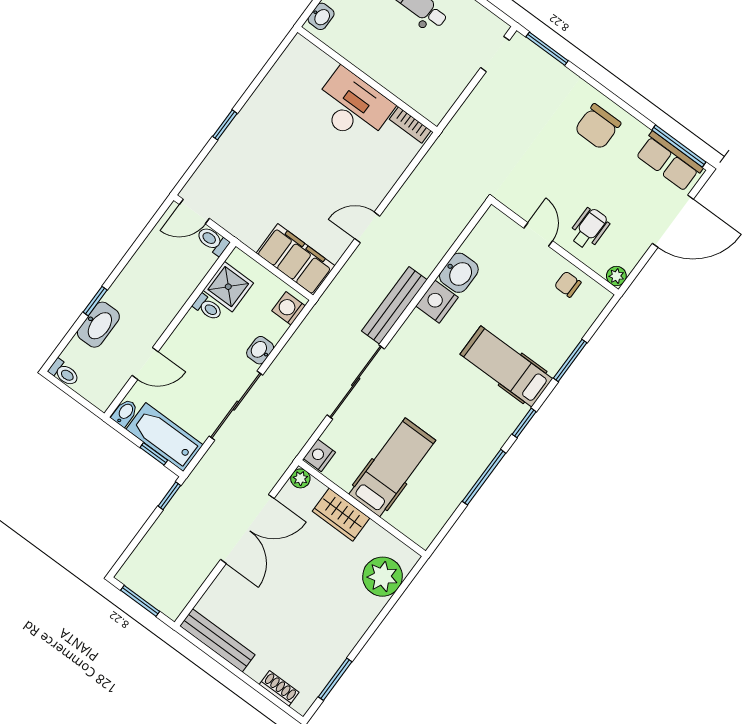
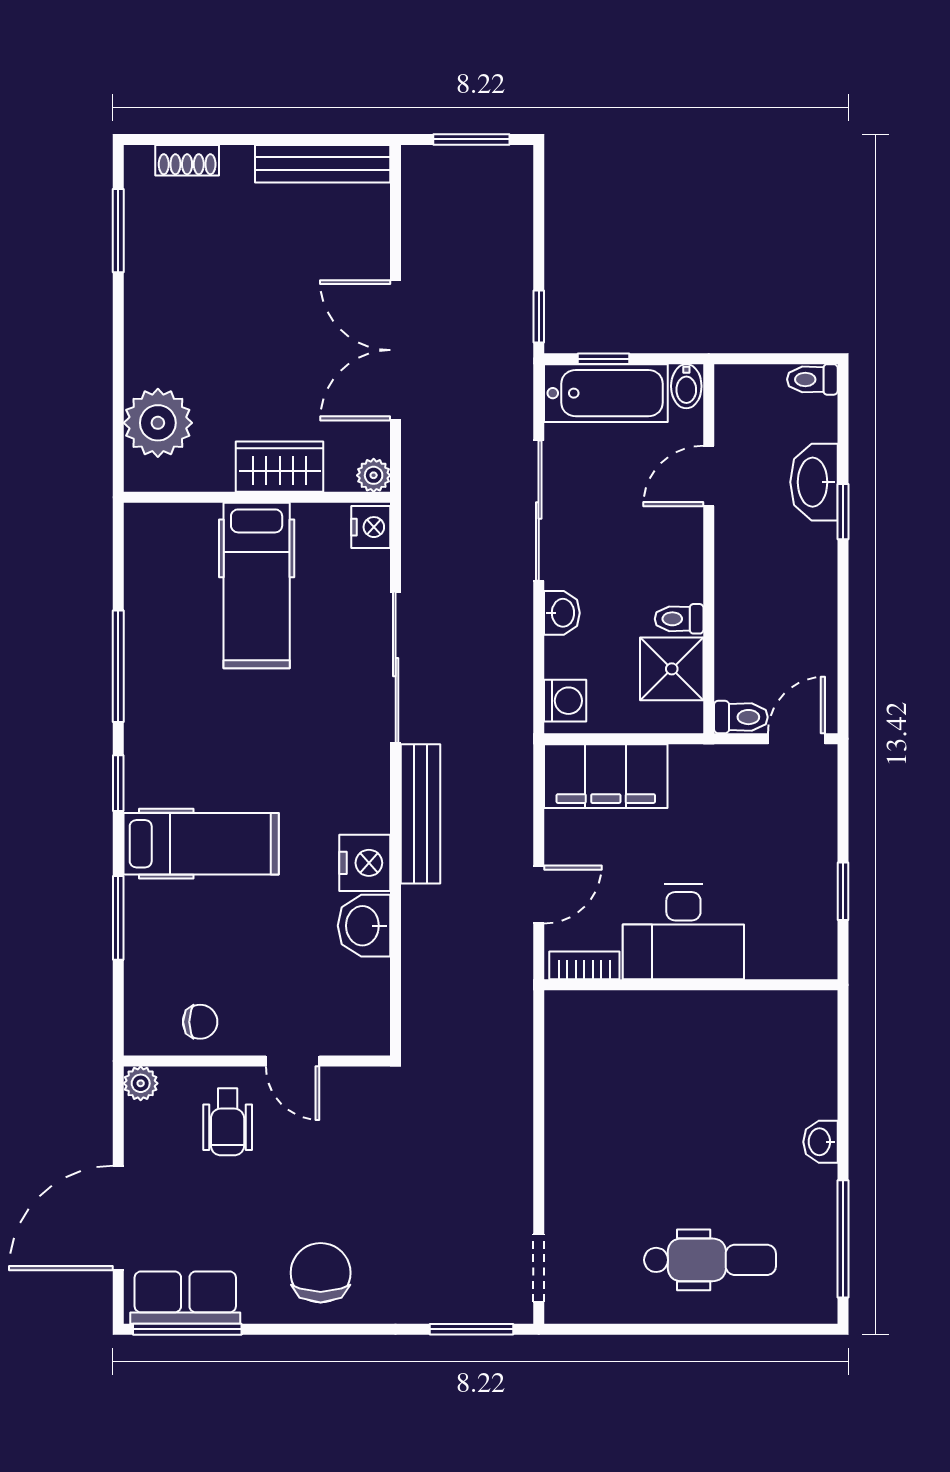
wall: (367, 80) -> (691, 985), moved
desk: (353, 107) -> (683, 932), moved
bookcase: (410, 125) -> (584, 965), moved

